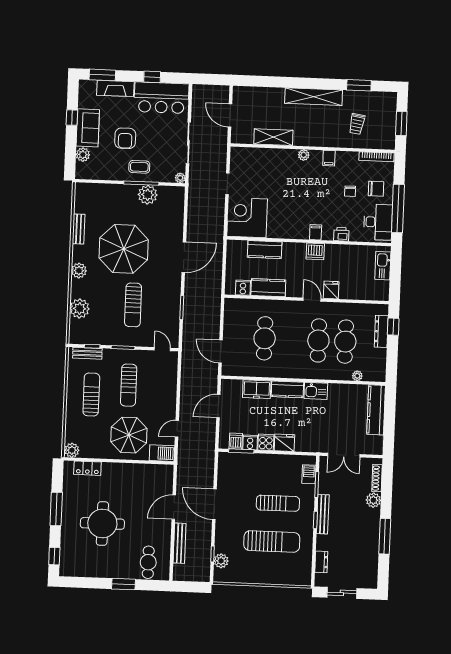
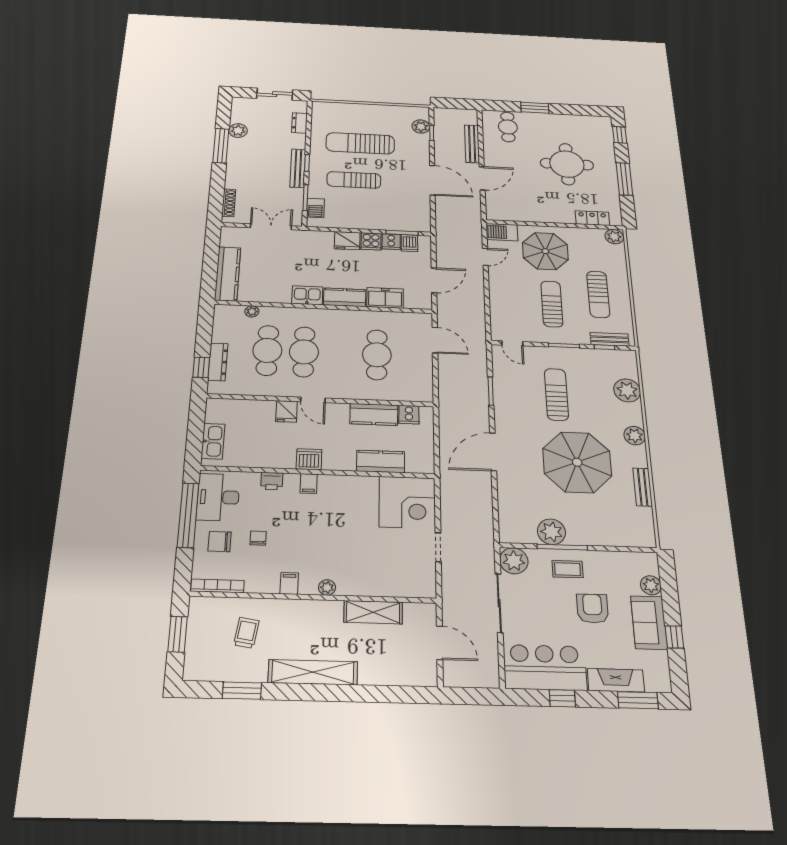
plant: (180, 178) -> (514, 561), width x1.87, depth x1.87
plant: (373, 500) -> (238, 131), moved

